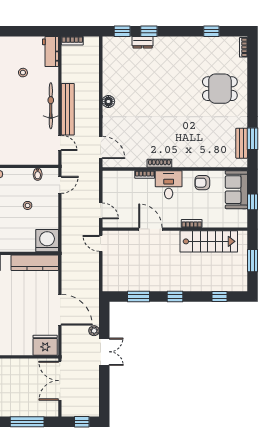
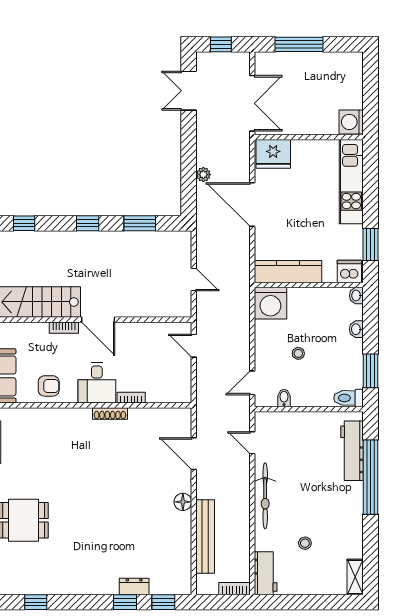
bench: (68, 109) -> (205, 537), moved
door: (101, 147) -> (194, 454), moved
door: (150, 229) -> (98, 320), moved
door: (101, 243) -> (194, 280), moved
double door: (104, 352) -> (189, 91), moved

